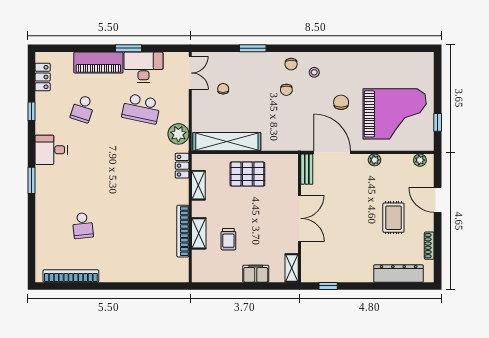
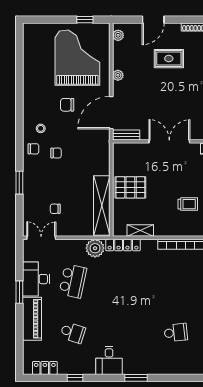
locker: (182, 166) -> (123, 245), width x1.53
pallet: (247, 174) -> (130, 187), turned 90
shelving: (199, 233) -> (183, 230), removed

